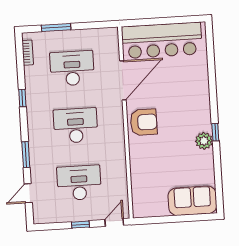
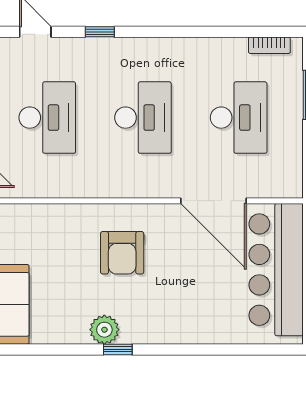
window: (22, 98) -> (194, 32), removed
armchair: (144, 122) -> (122, 253), moved
window: (26, 155) -> (100, 32), width x0.67

